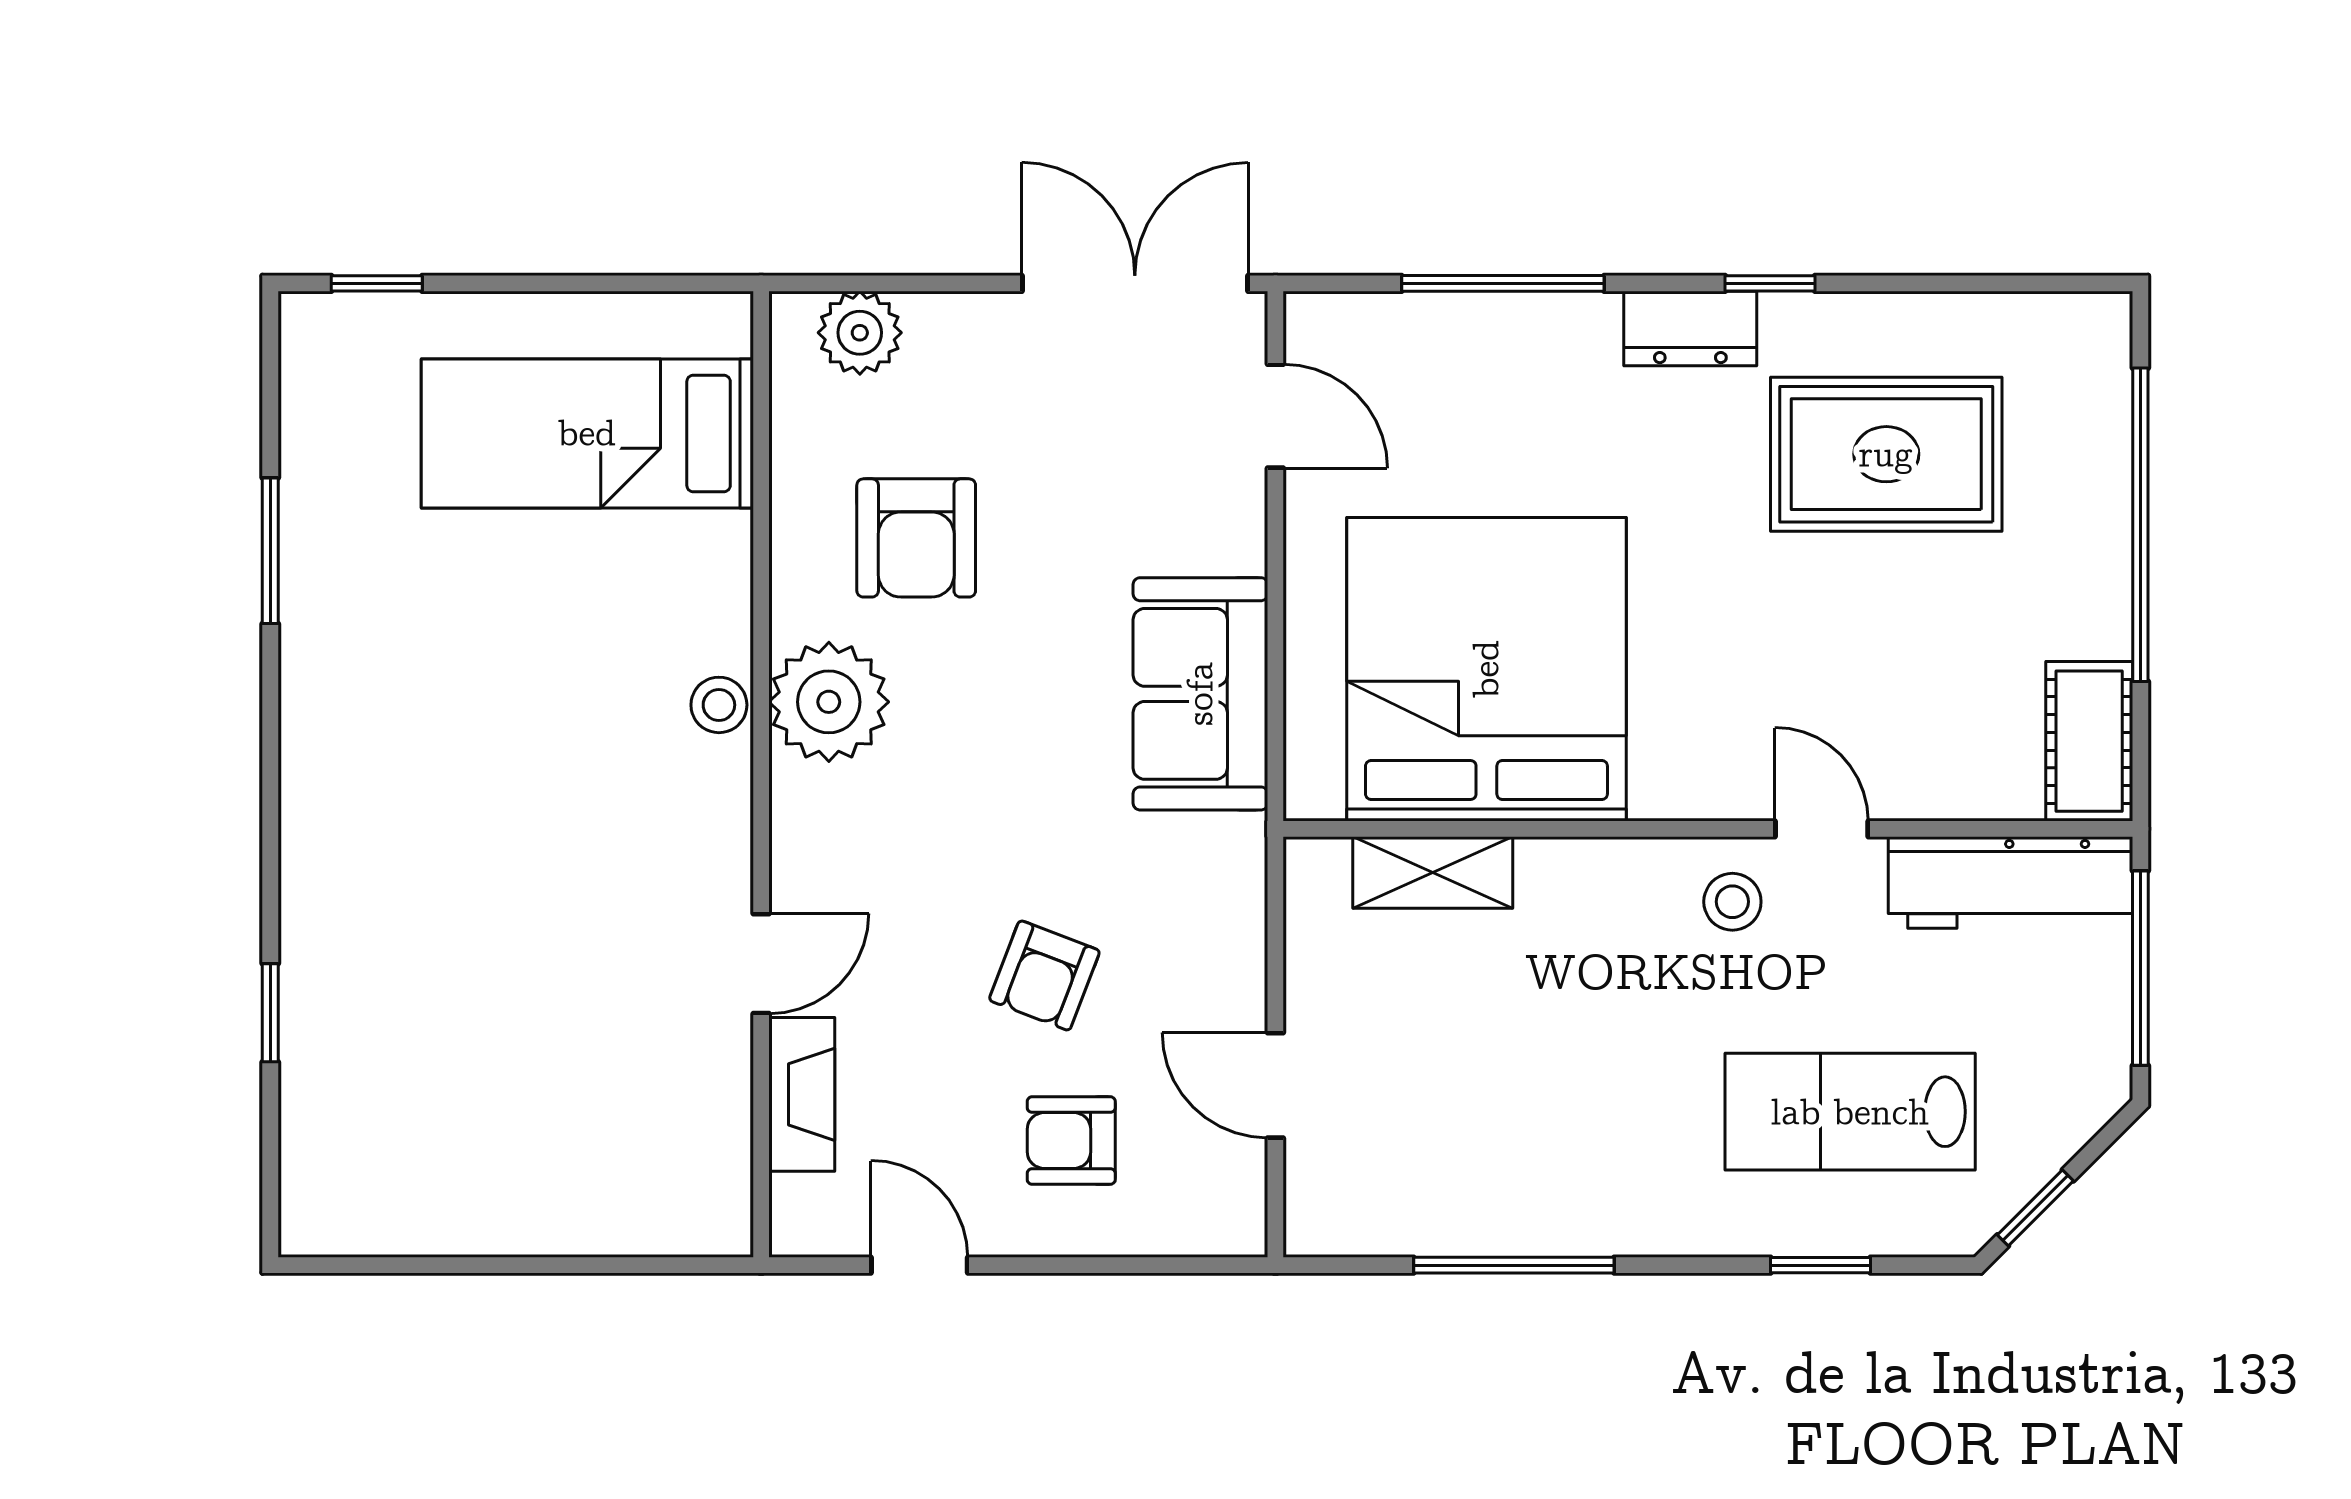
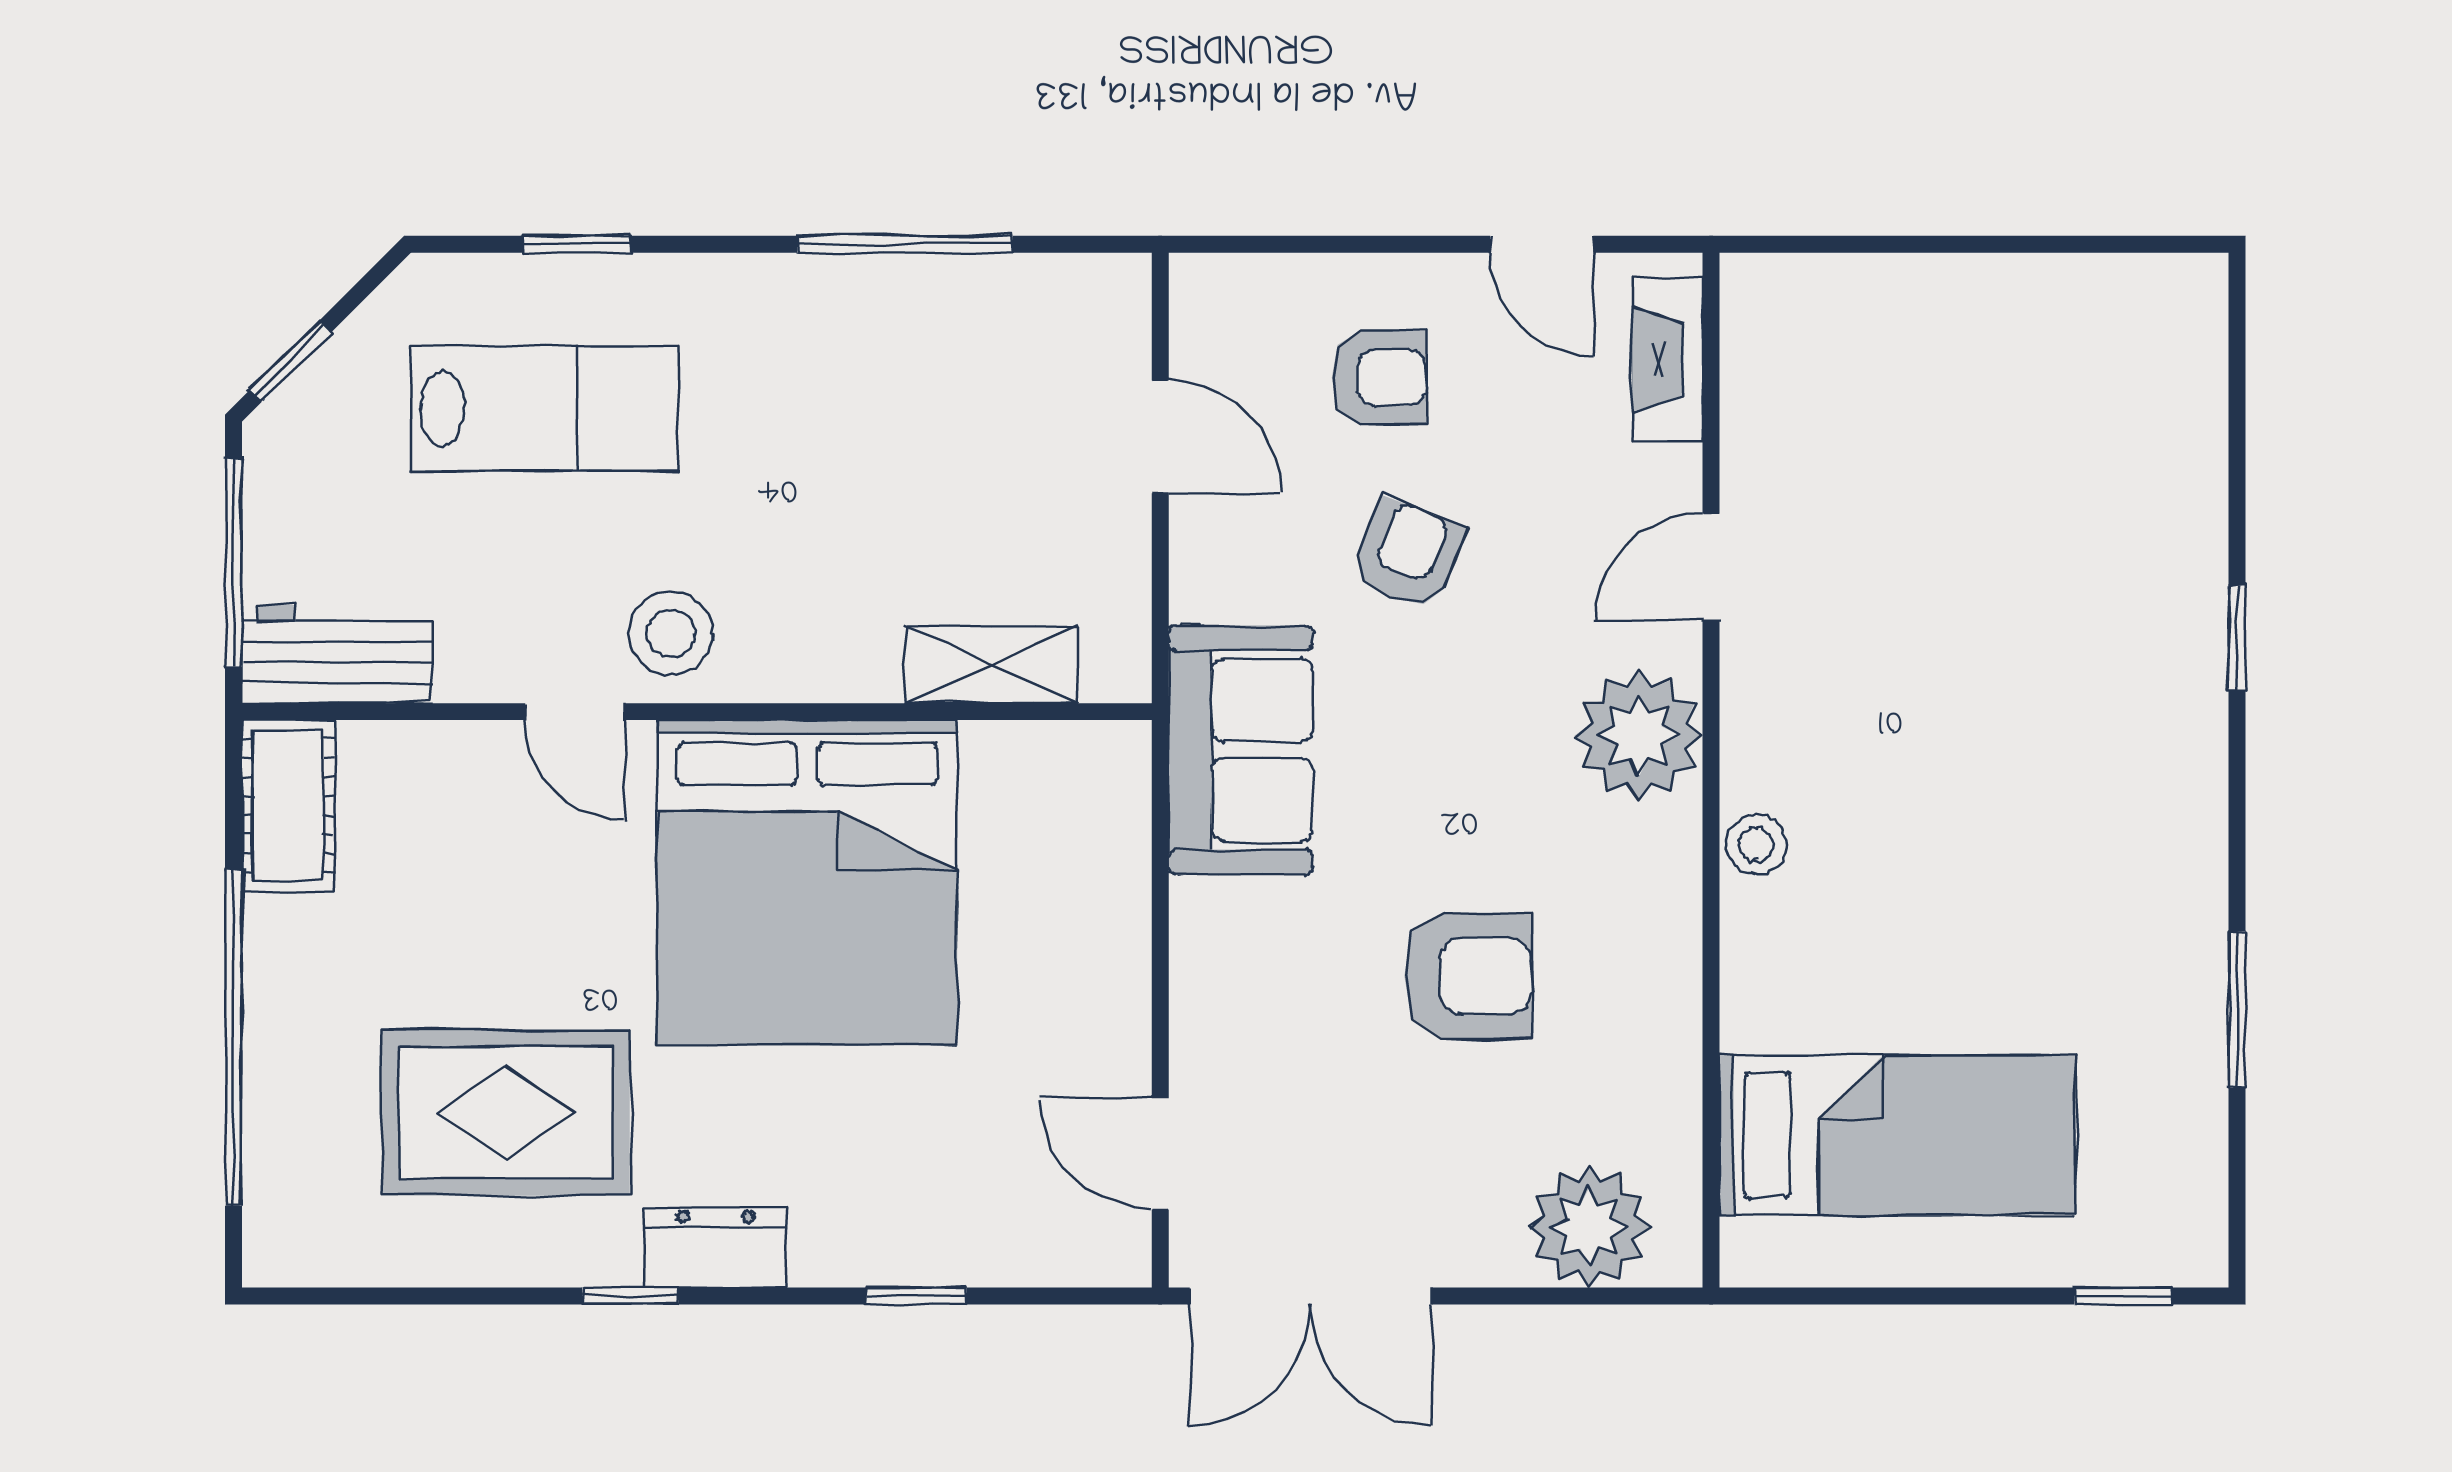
window: (1503, 283) -> (917, 1296), width x0.46
plant: (860, 333) -> (1589, 1227), width x1.36, depth x1.36
armchair: (916, 538) -> (1468, 976), moved, turned 90
bed: (1486, 669) -> (807, 883), moved
sofa: (1200, 694) -> (1241, 750), moved
plant: (829, 702) -> (1639, 736), moved
workbench: (2011, 882) -> (337, 654), width x0.73
stool: (1732, 902) -> (671, 634), width x1.37, depth x1.37
window: (270, 1013) -> (2237, 638), moved
fireplace: (802, 1094) -> (1668, 359), moved
window: (2035, 1208) -> (291, 361), moved

